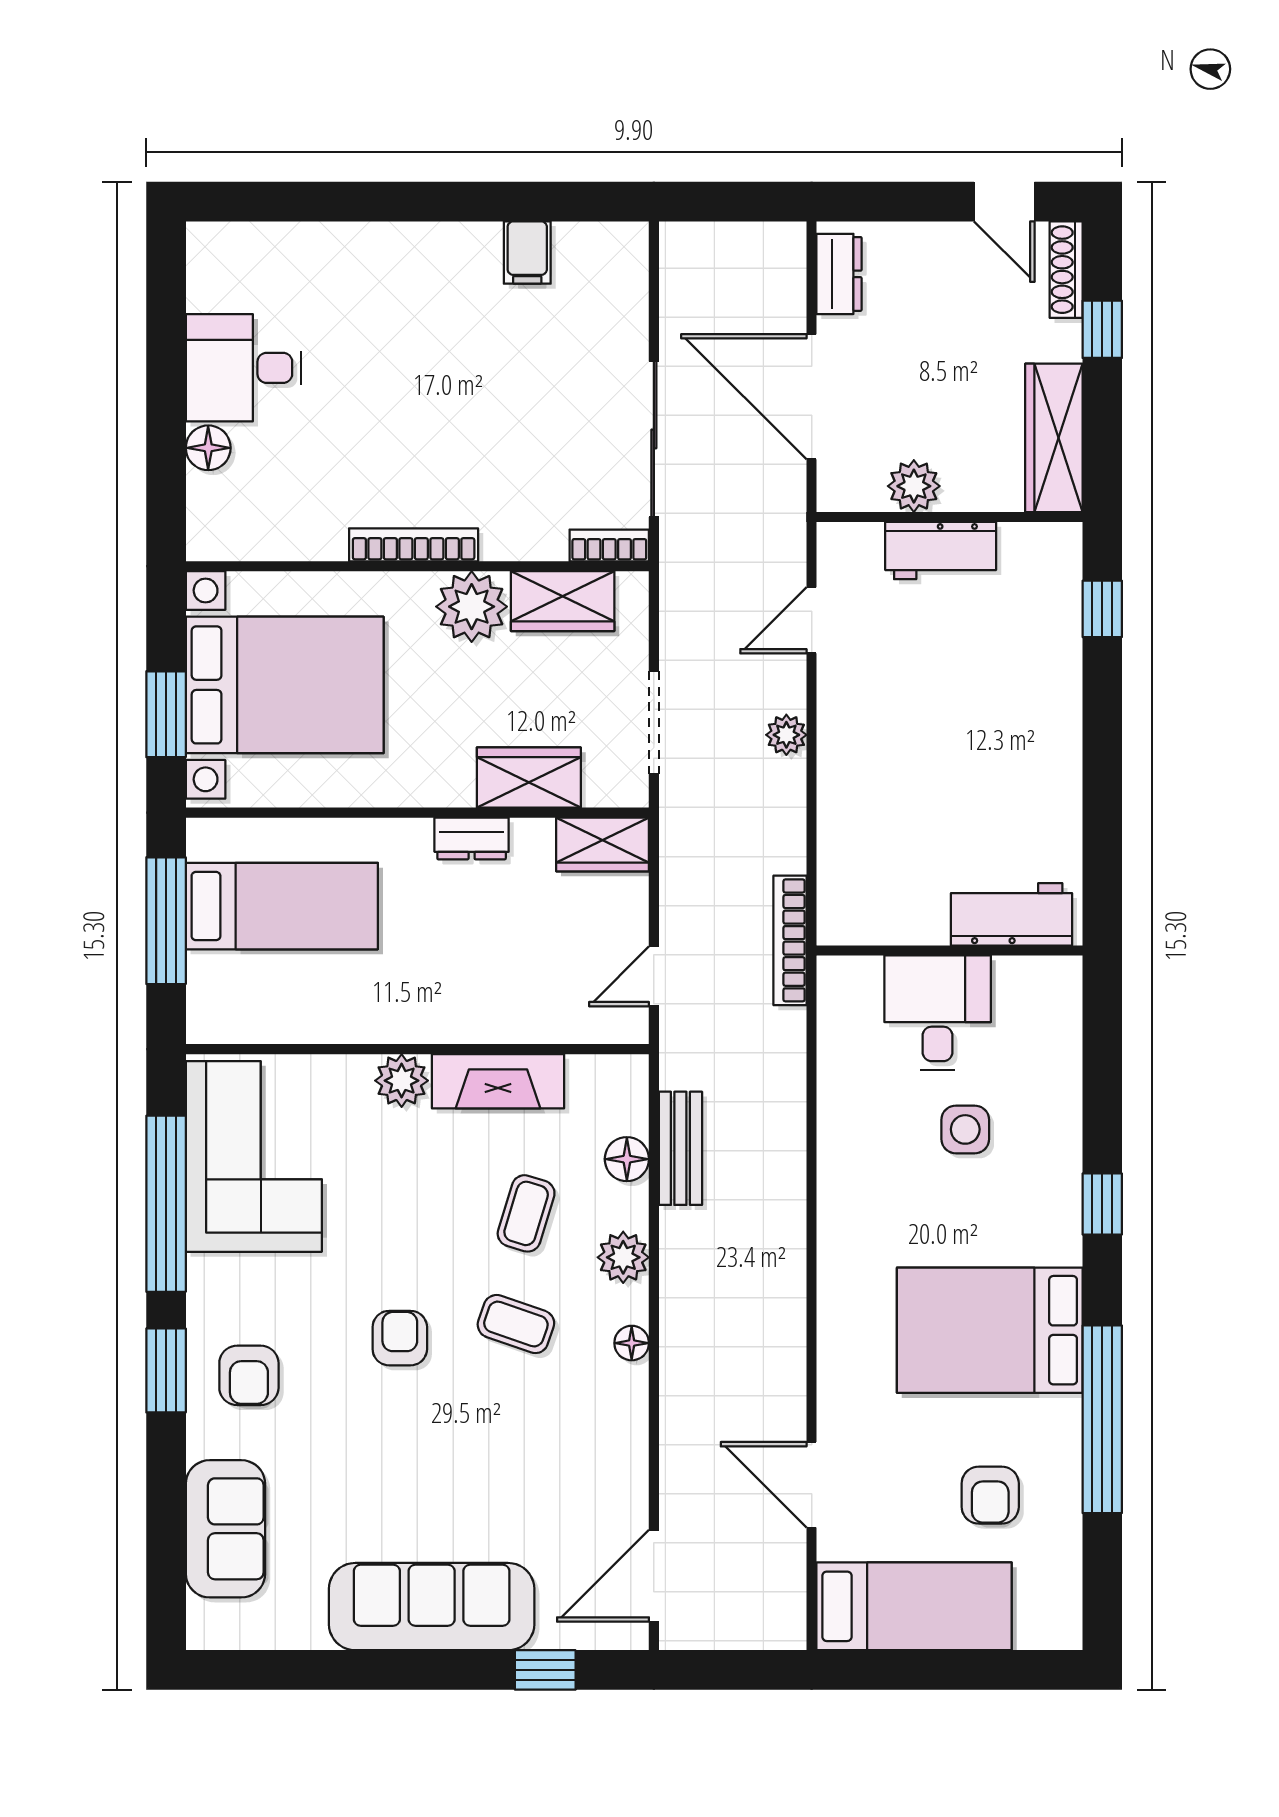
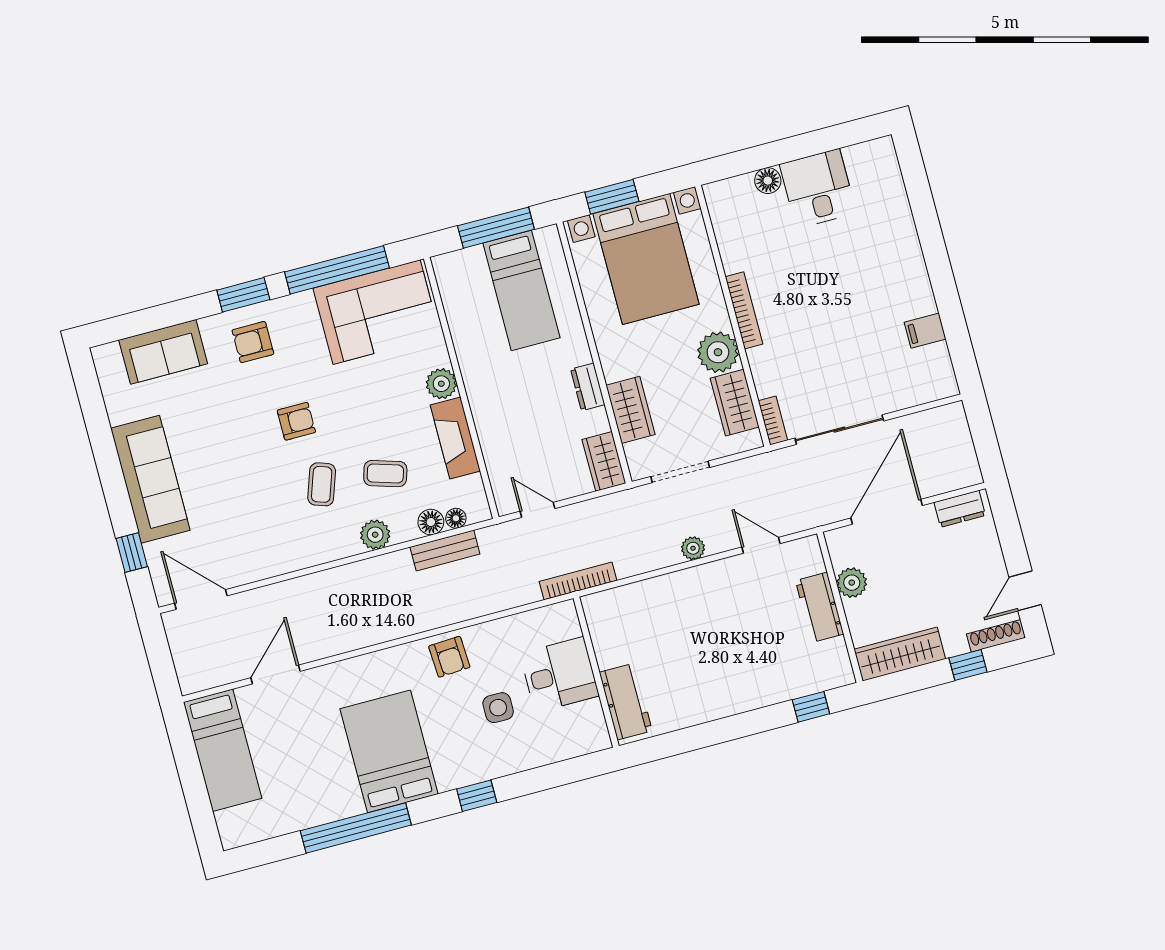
floor lamp: (632, 1343) -> (456, 518), moved
armchair: (990, 1495) -> (449, 657), moved, turned -93

